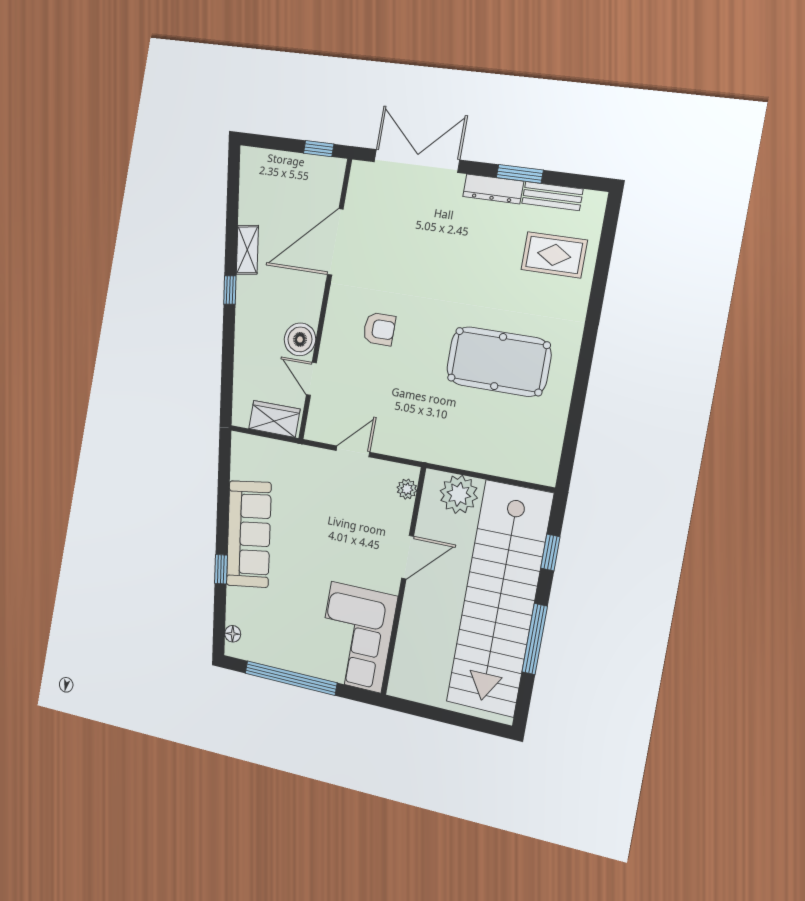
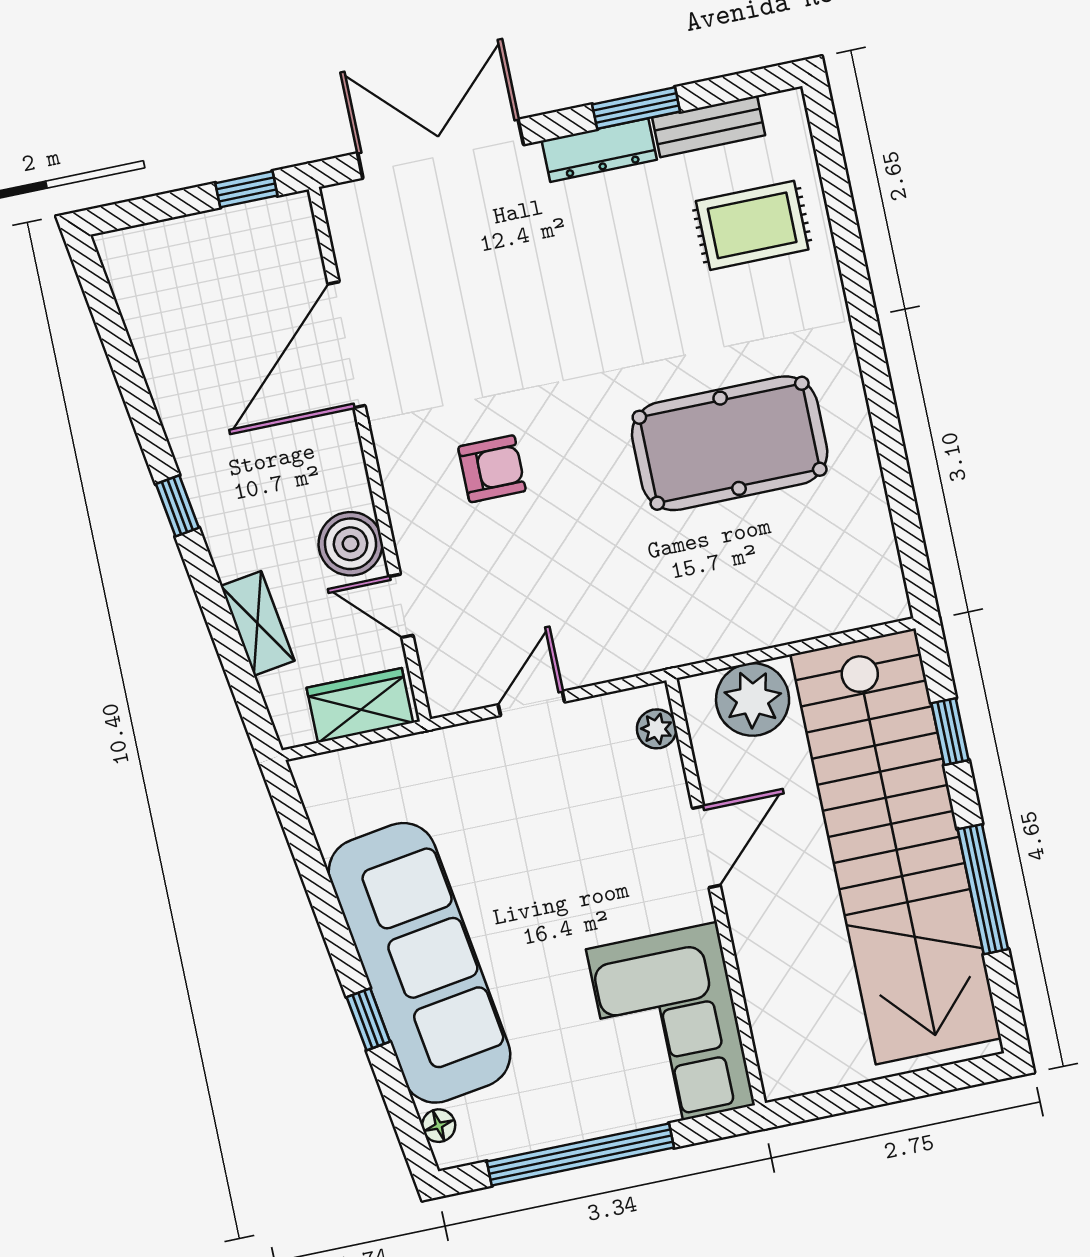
shelving: (247, 250) -> (257, 623), moved
sofa: (249, 534) -> (419, 963), width x1.36, depth x1.27

